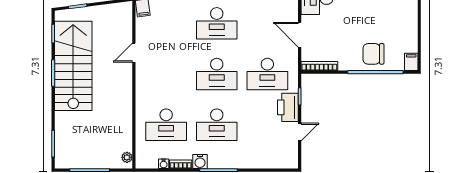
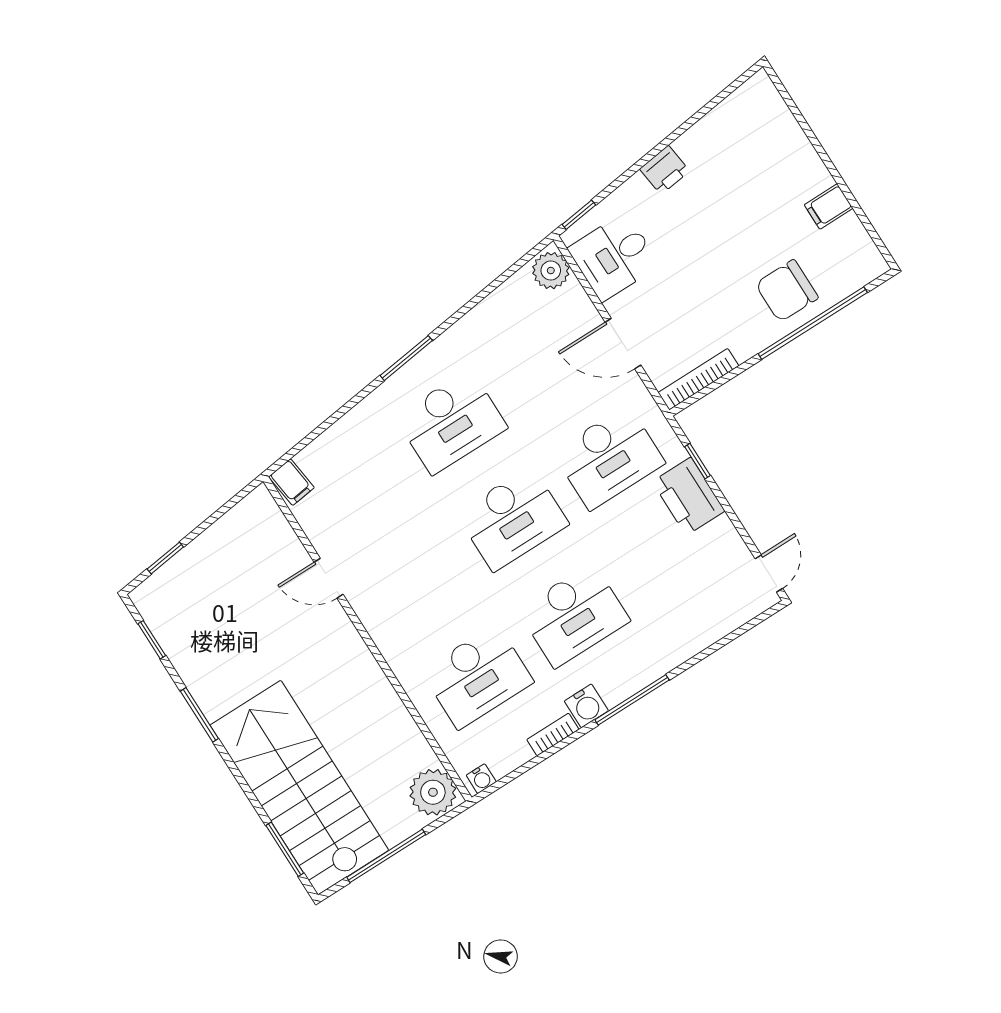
door: (134, 53) -> (329, 578), hinge flipped
filing cabinet: (411, 62) -> (829, 207), moved, turned -90
stairs: (73, 66) -> (299, 788), moved
door: (300, 132) -> (769, 574), moved
plant: (127, 157) -> (433, 792), width x1.88, depth x1.88
water cooler: (164, 164) -> (481, 779), moved

